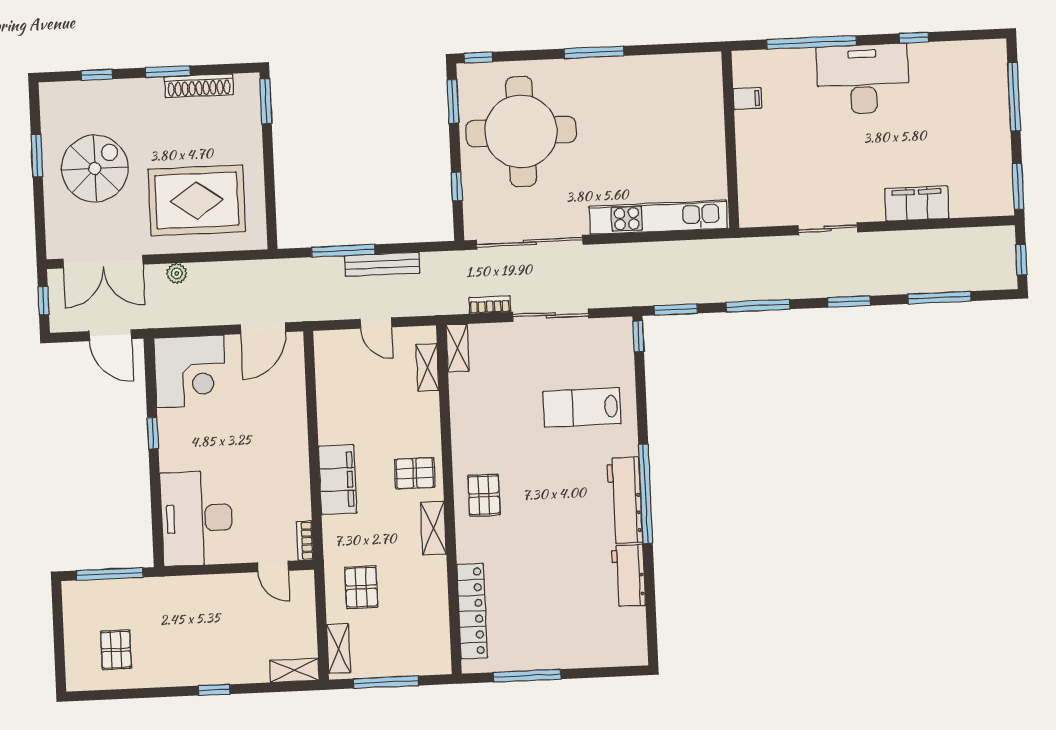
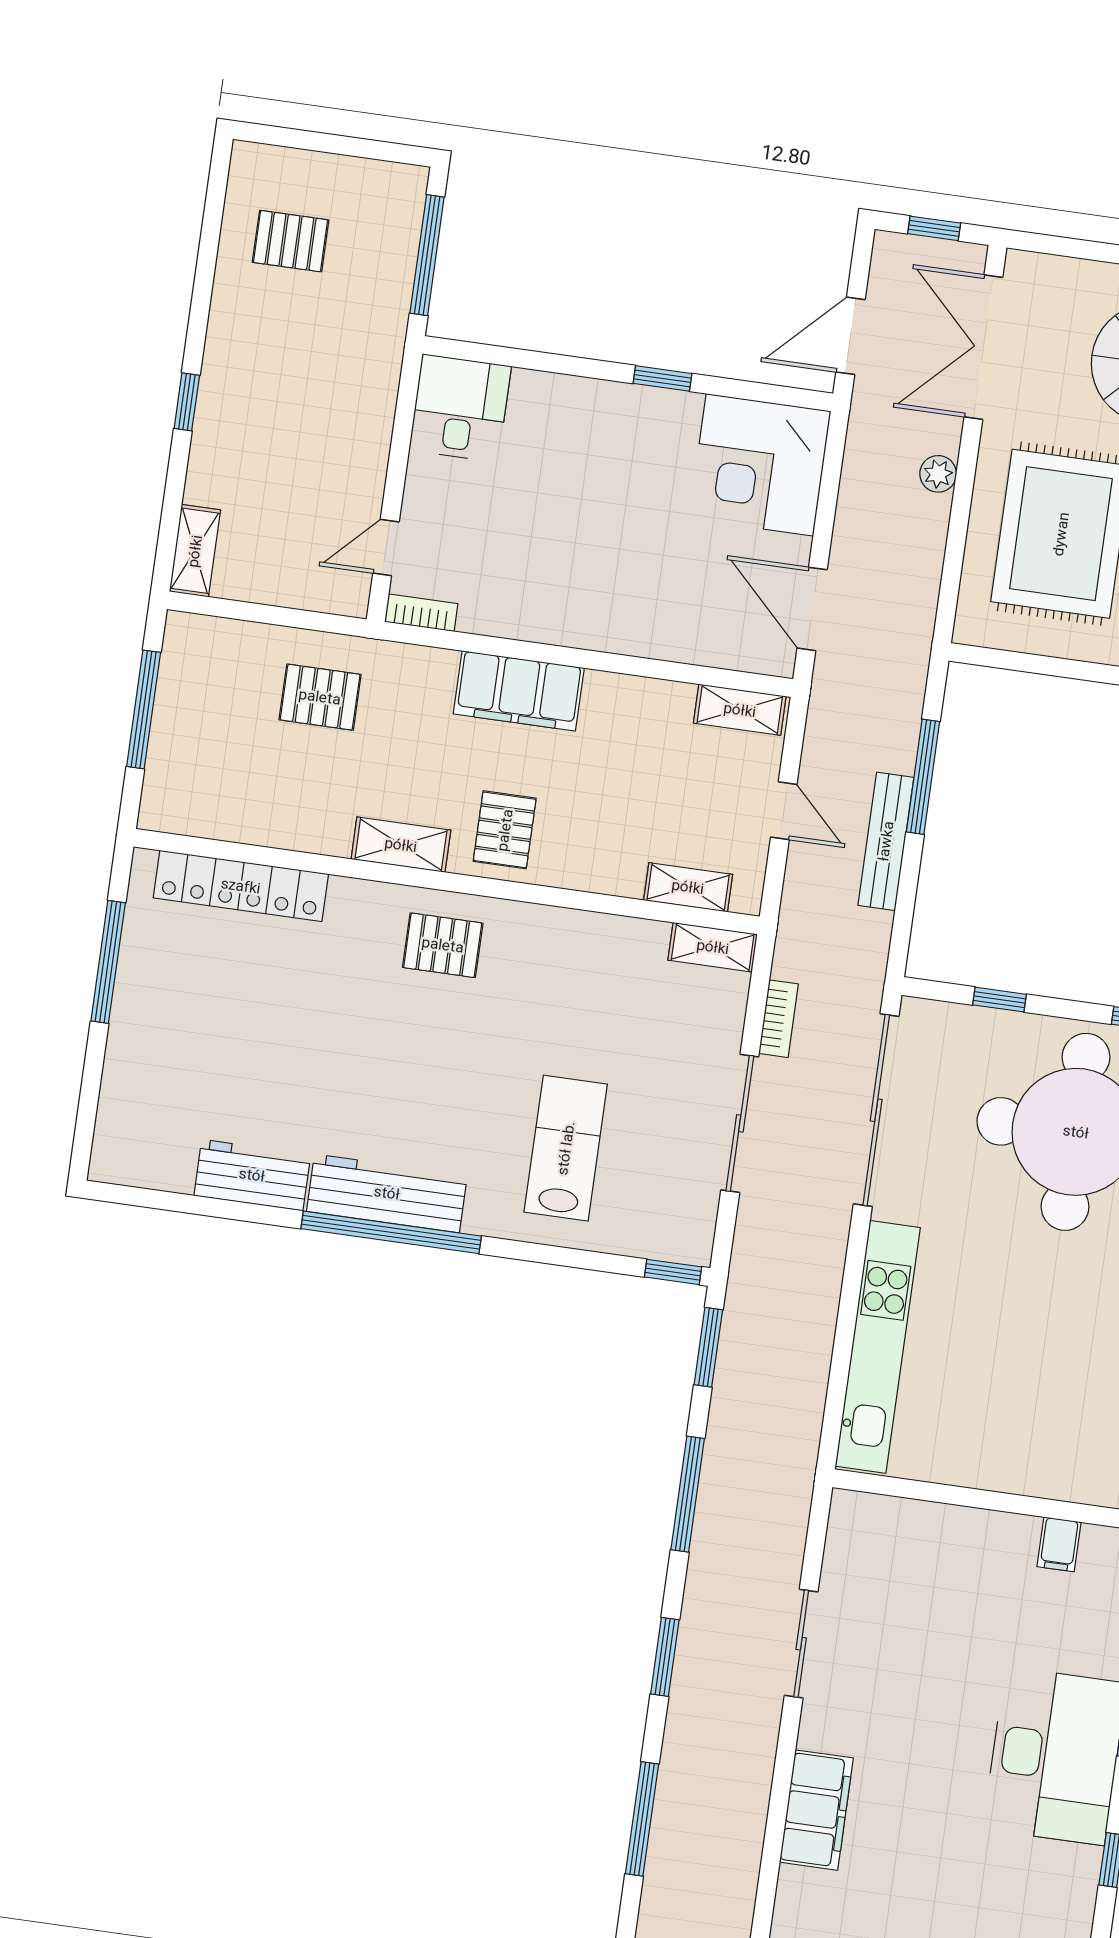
door: (376, 323) -> (784, 811), swing flipped
desk: (197, 518) -> (460, 408), width x0.53, depth x0.77
shelving: (339, 648) -> (740, 710), moved

